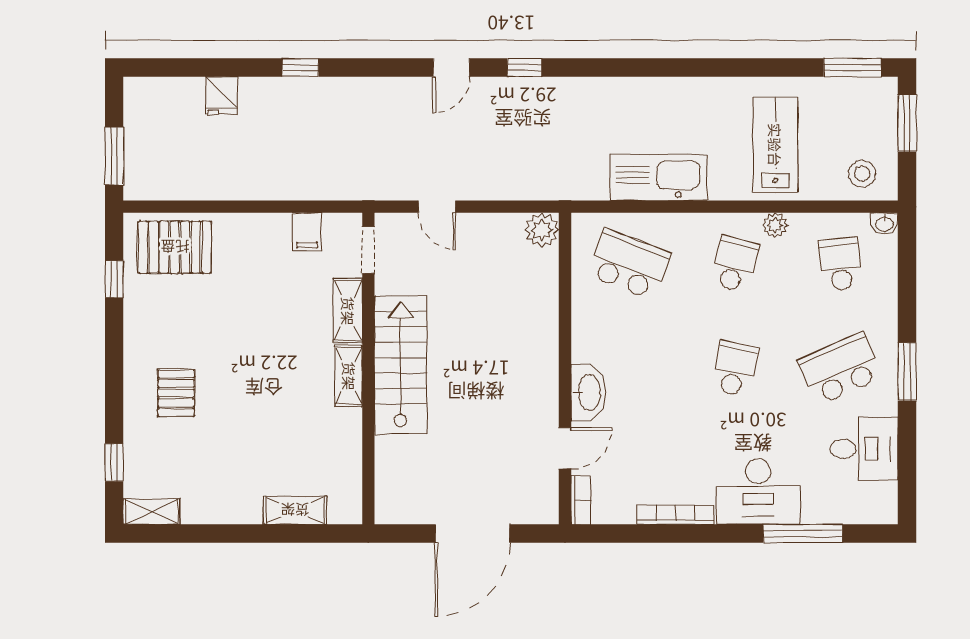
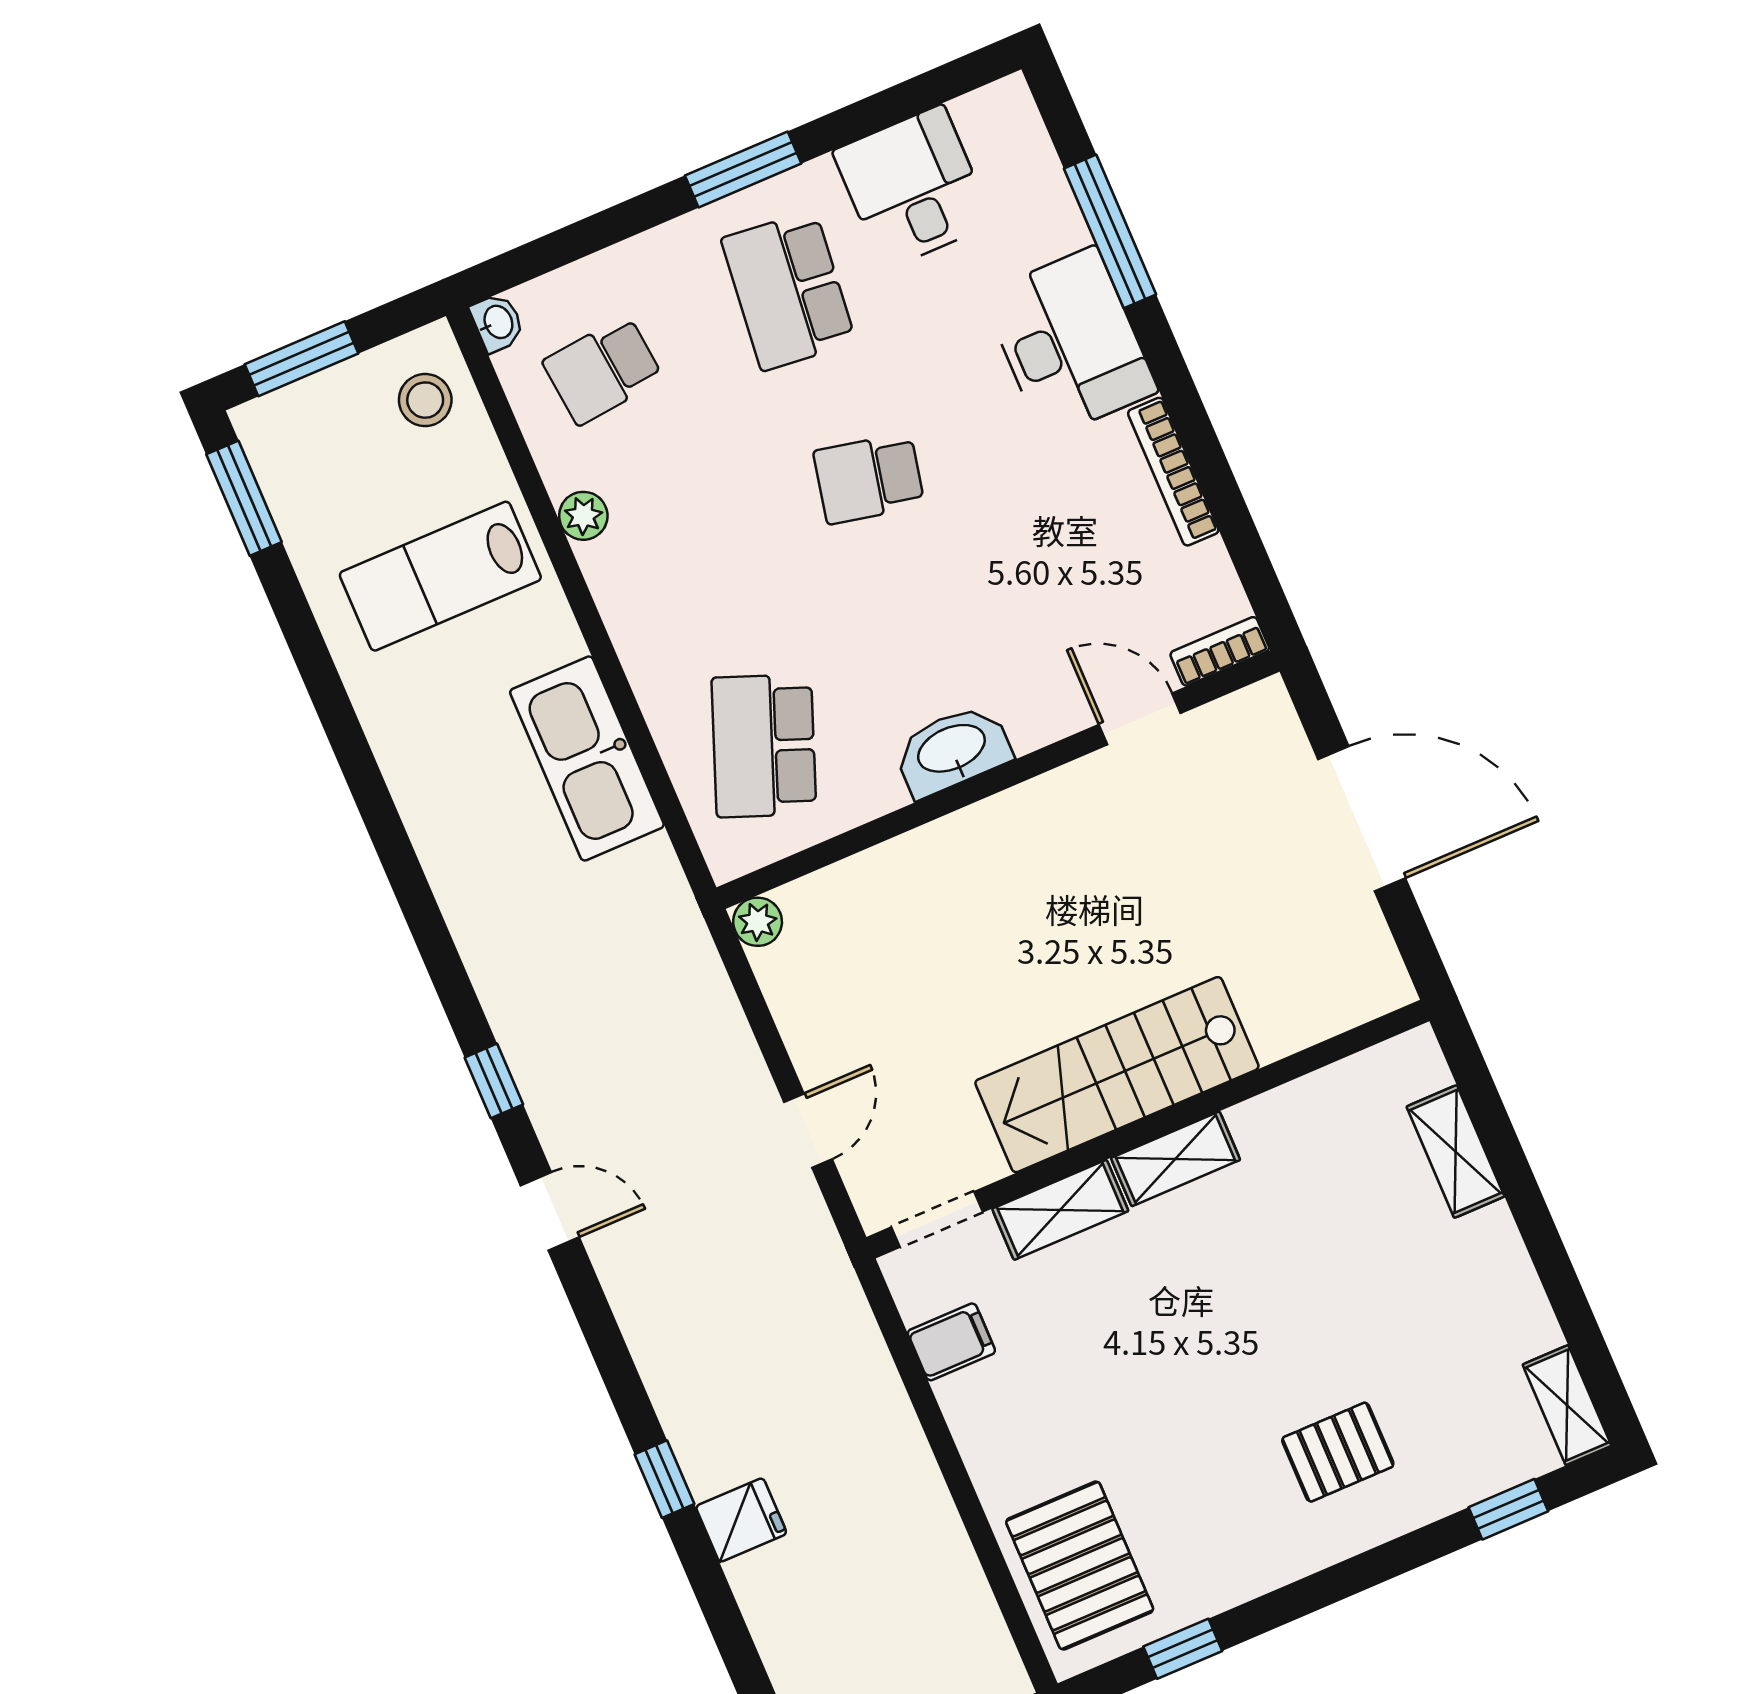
fridge: (221, 96) -> (741, 1520), moved
plant: (542, 230) -> (758, 922), width x0.73, depth x0.73
school desk: (735, 264) -> (683, 558), removed
school desk: (840, 369) -> (788, 291), turned 30
washbasin: (588, 393) -> (952, 750), moved

